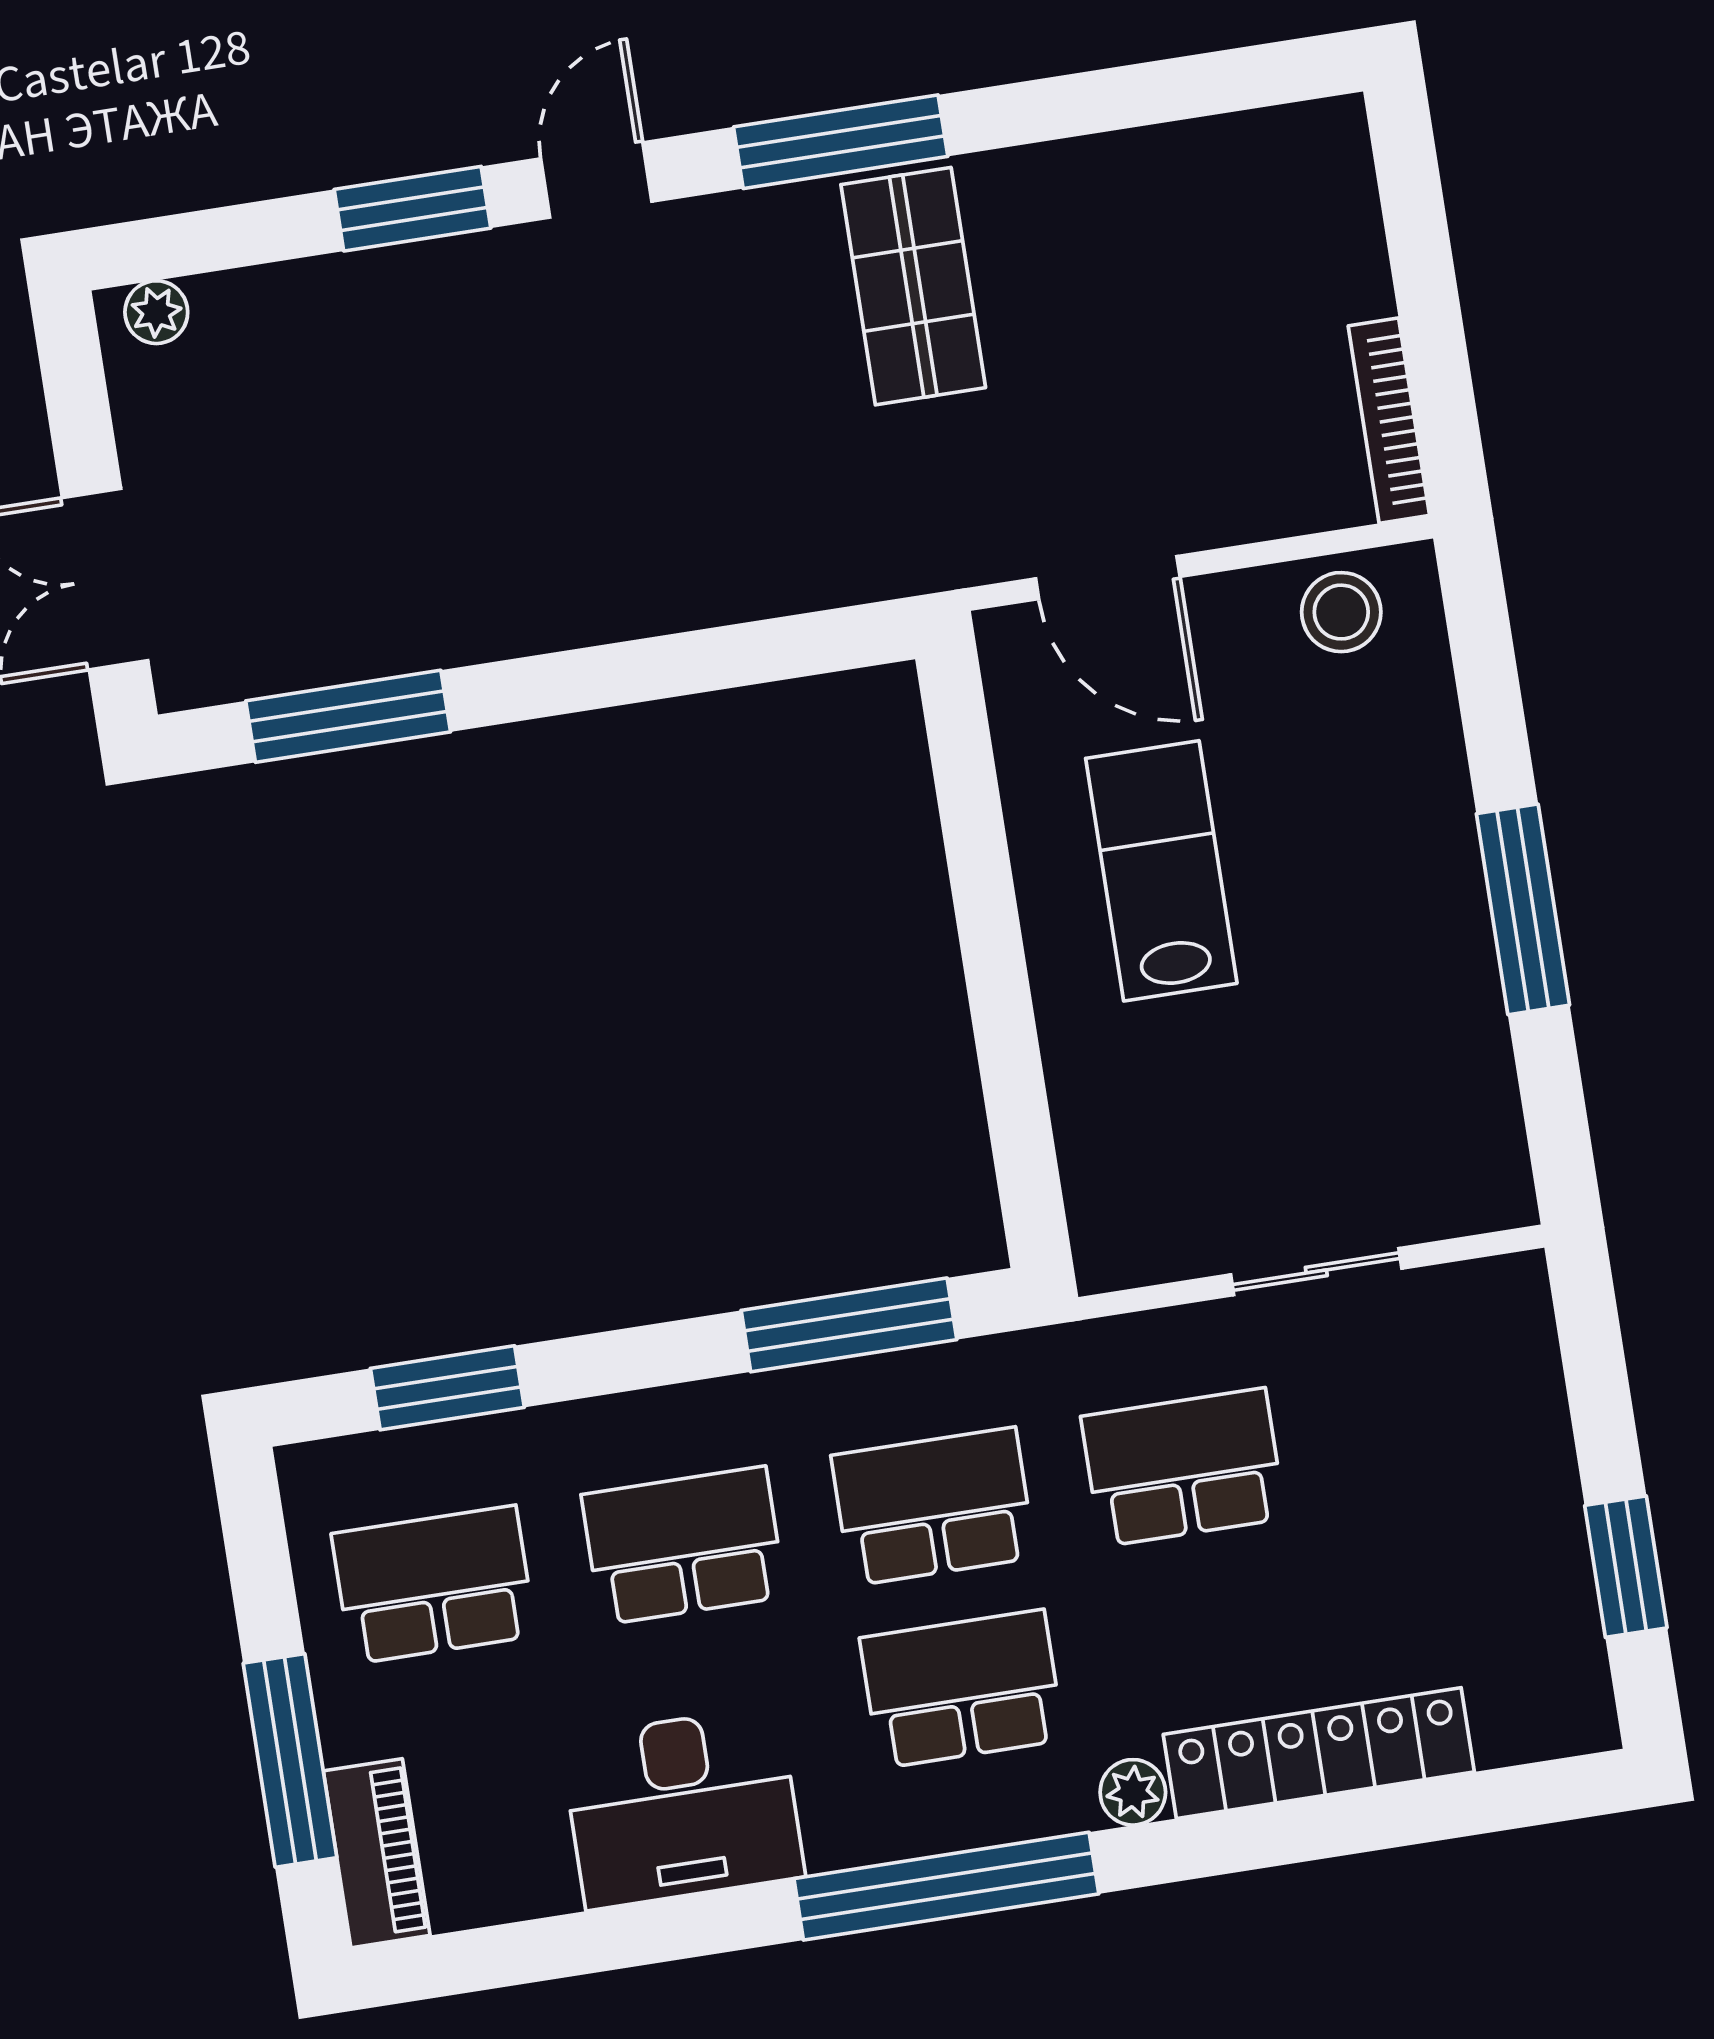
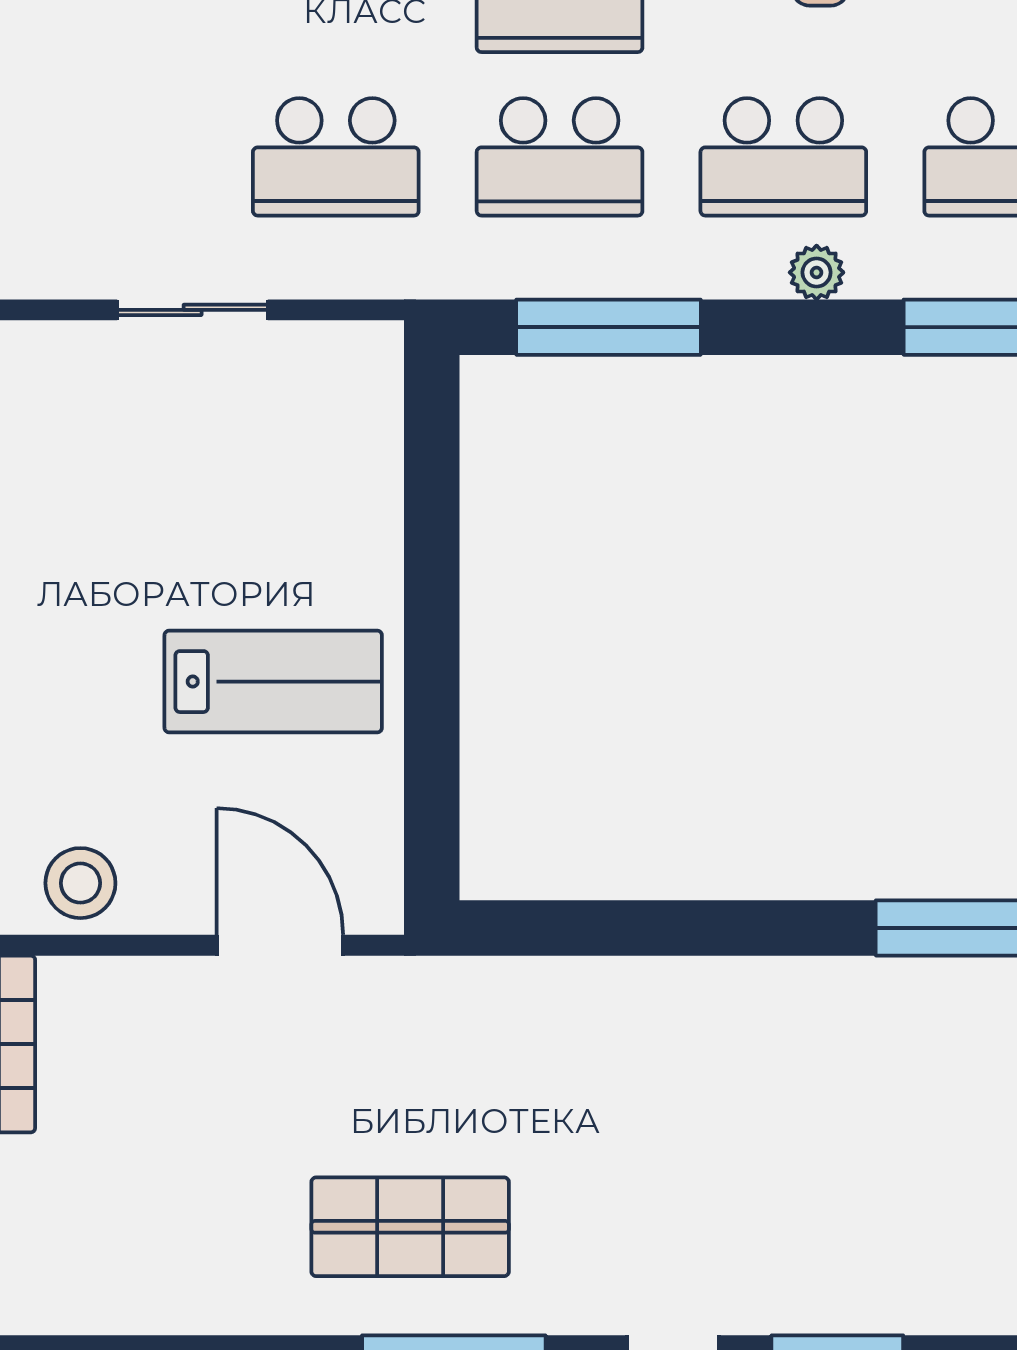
shop shelf: (913, 286) -> (410, 1227), turned 90
lab bench: (1161, 871) -> (273, 682), turned -90
plant: (626, 1422) -> (817, 272), added

